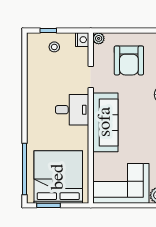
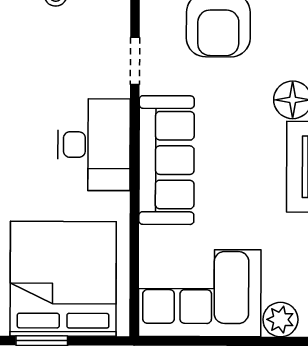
desk: (72, 110) -> (94, 145), width x1.37

